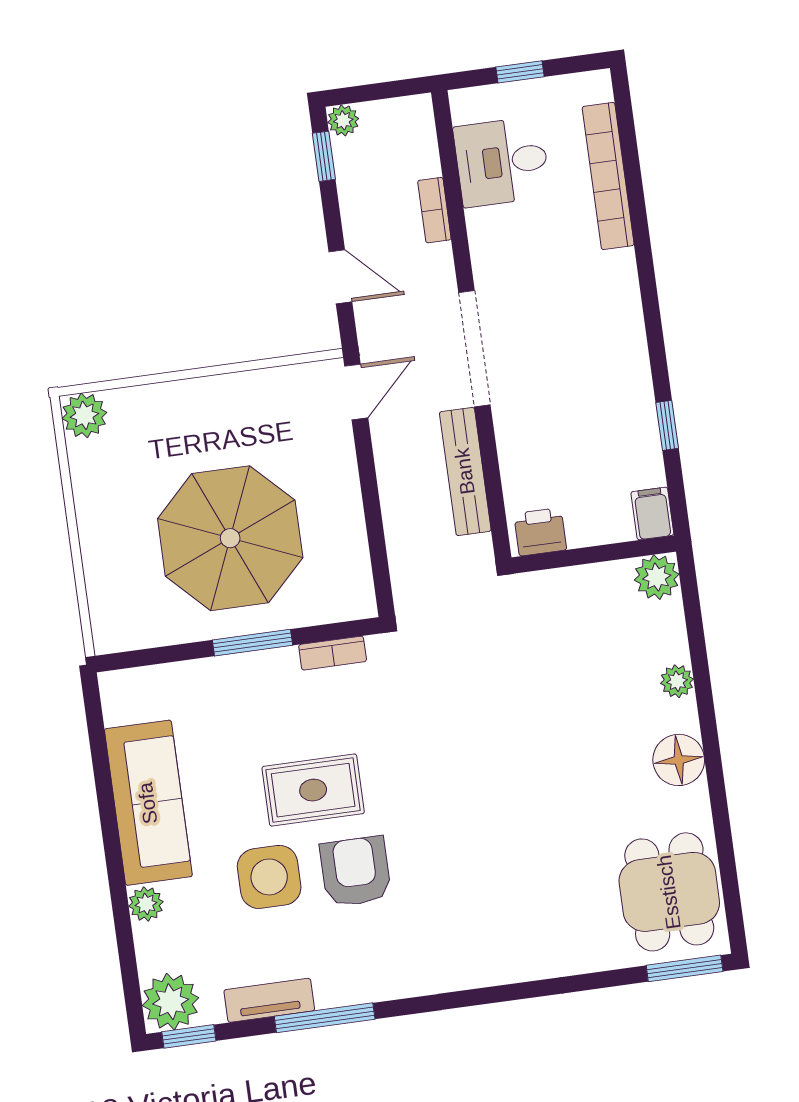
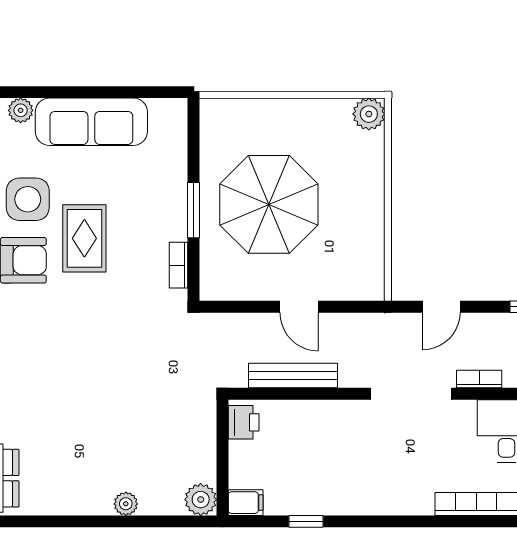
doorway: (474, 349) -> (411, 394), moved
door: (356, 392) -> (299, 307), moved
floor lamp: (679, 760) -> (70, 497), removed

